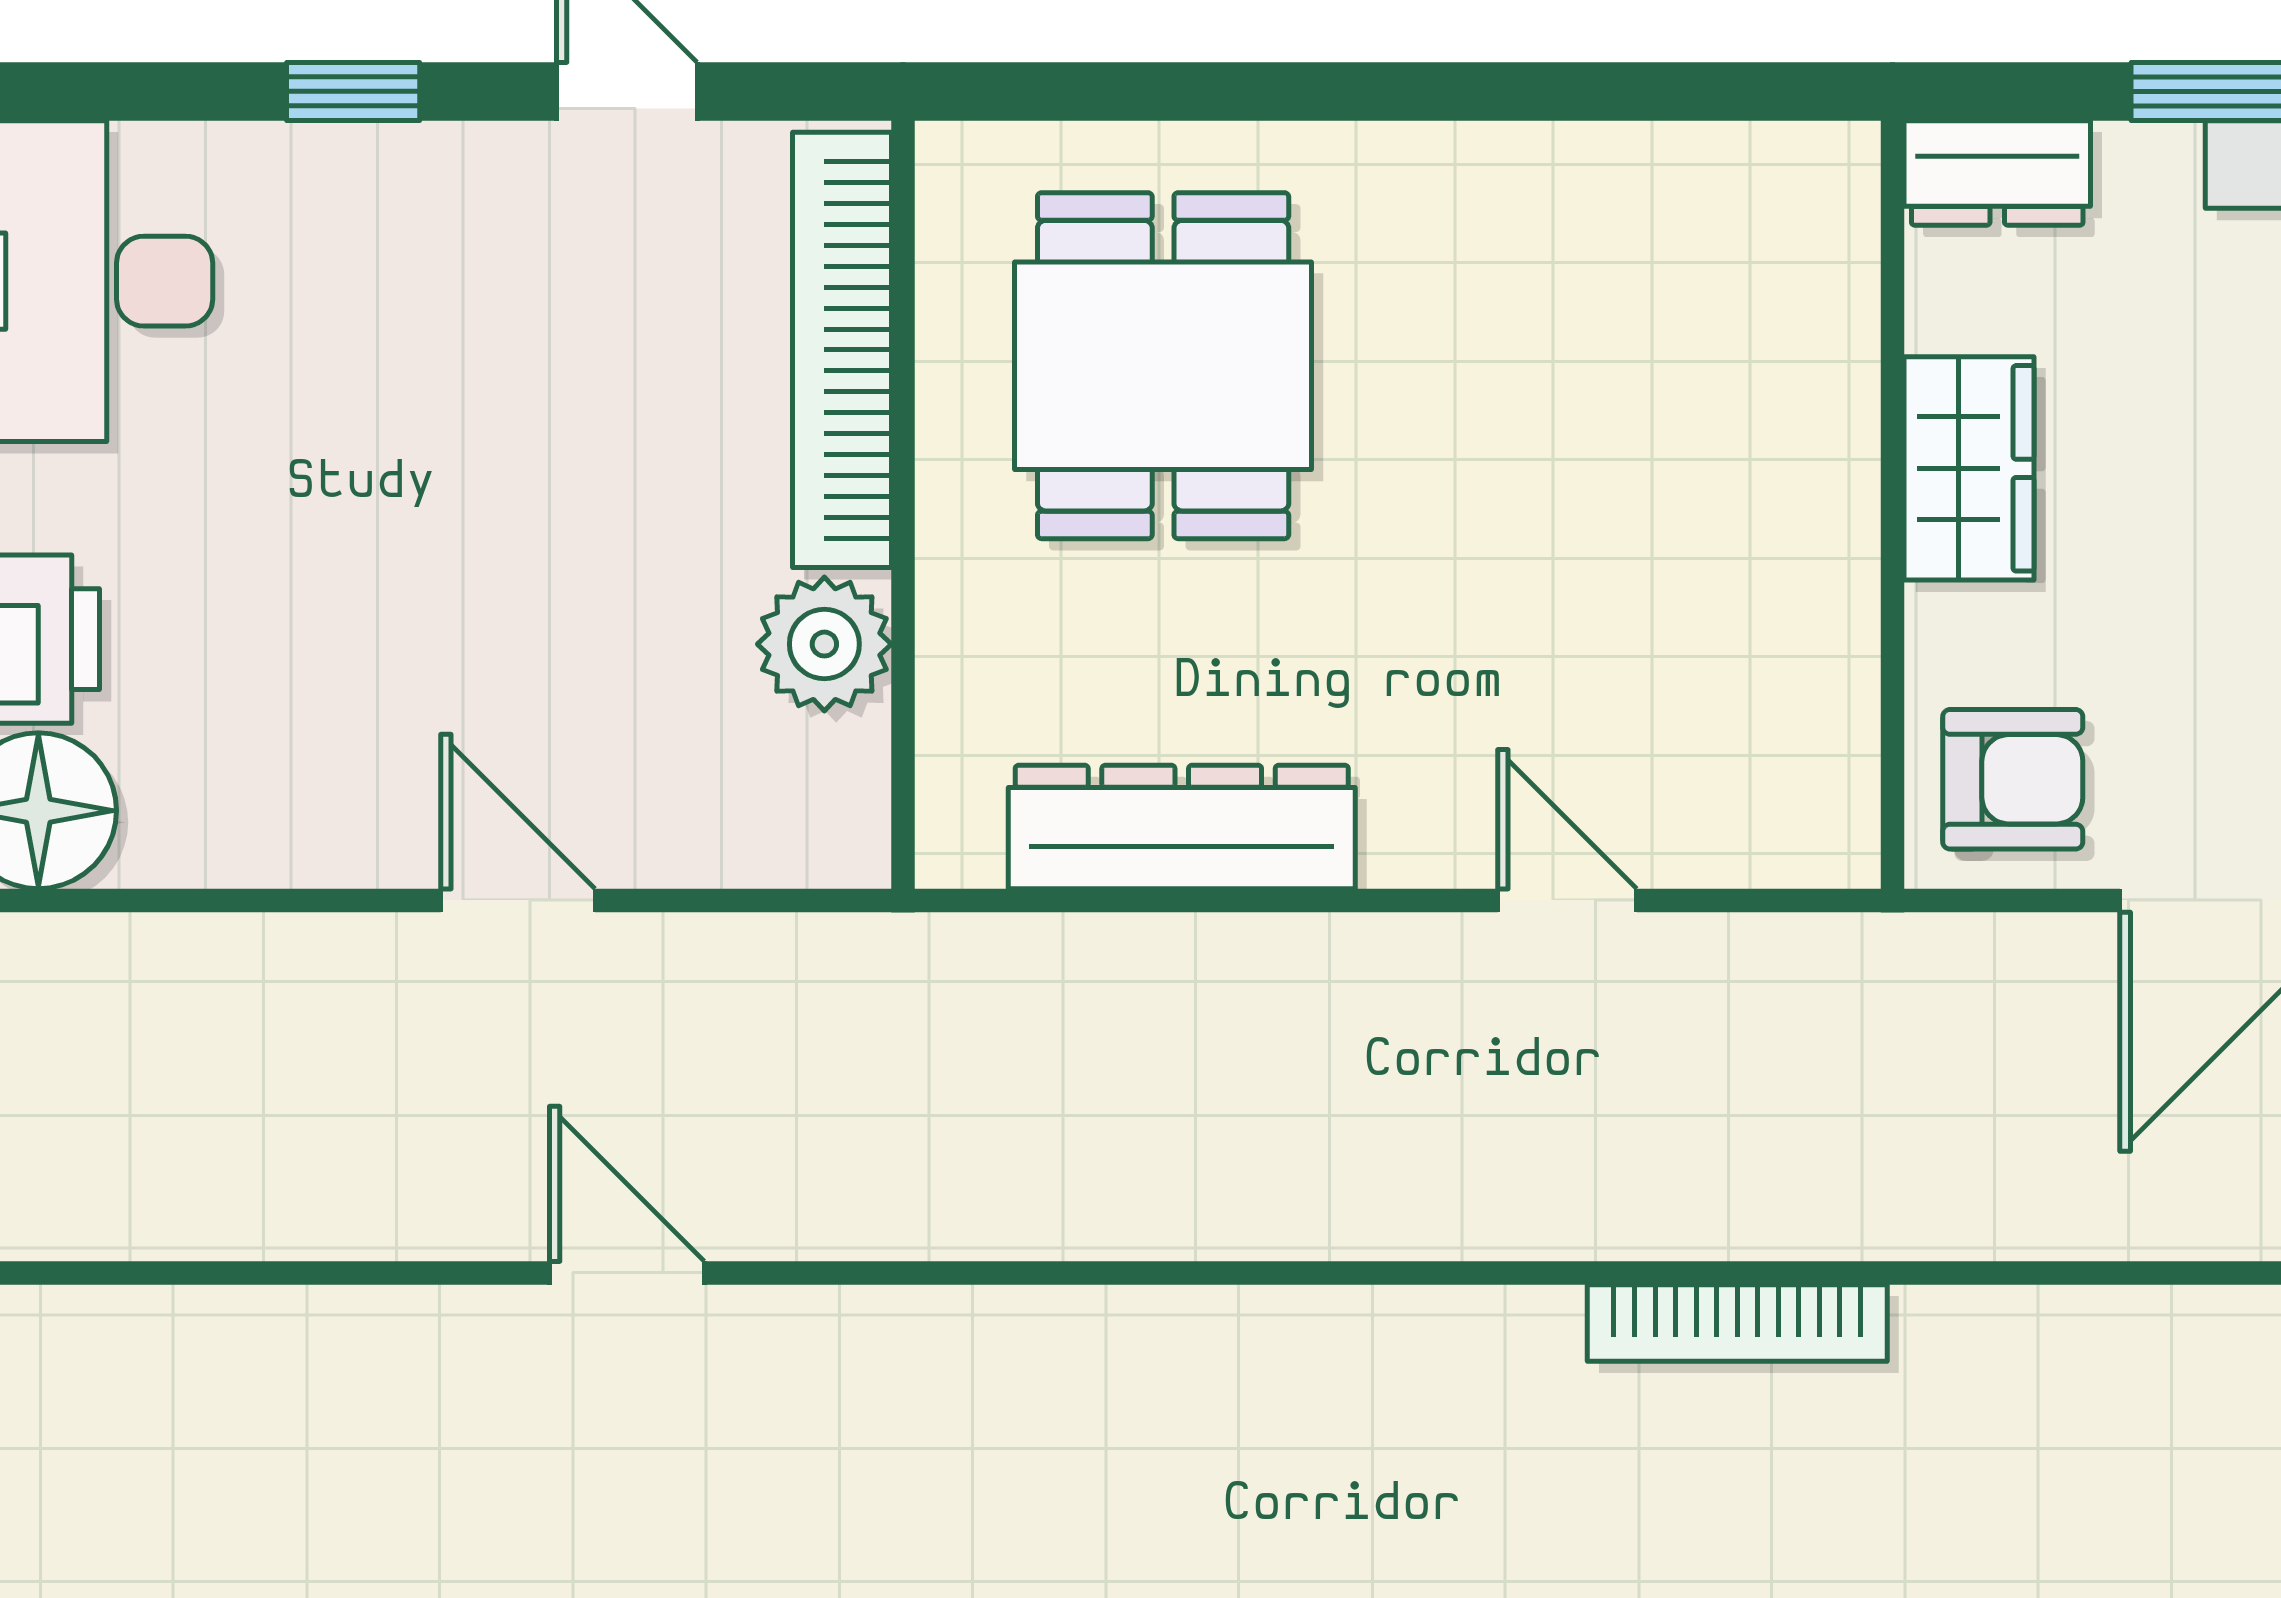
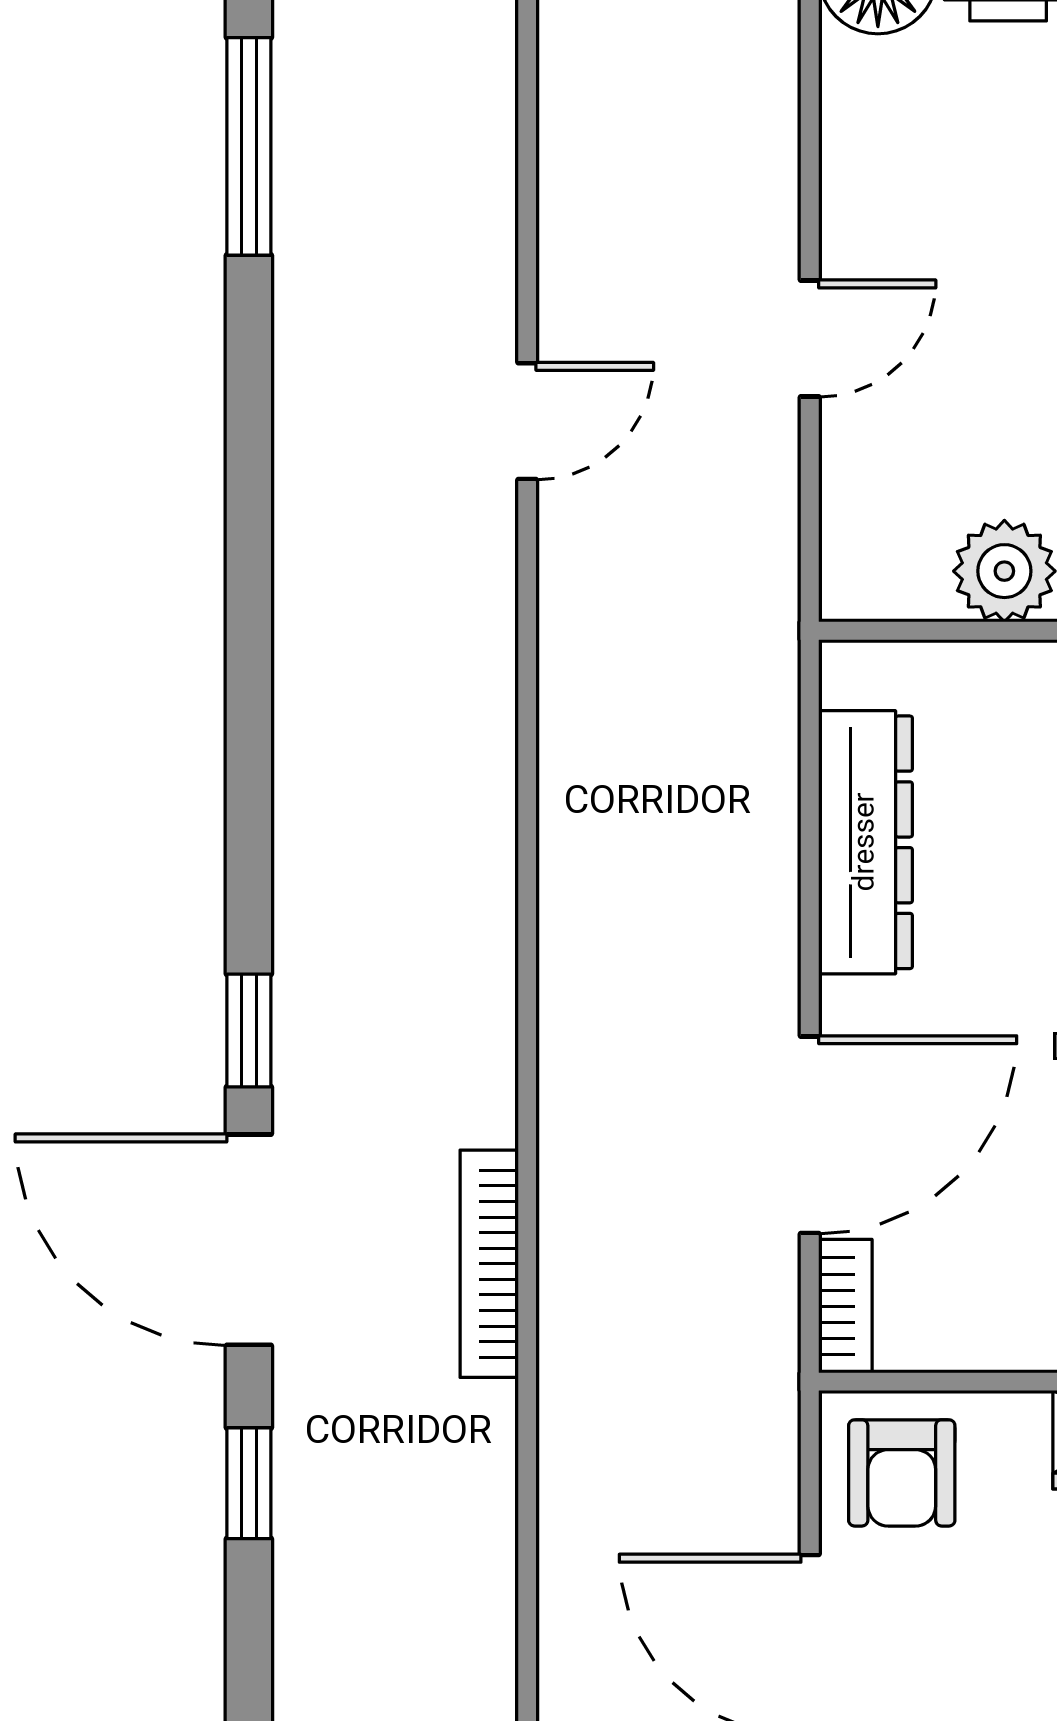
bookcase: (1793, 854) -> (845, 1306), added
door: (1567, 900) -> (810, 1135), width x1.87

